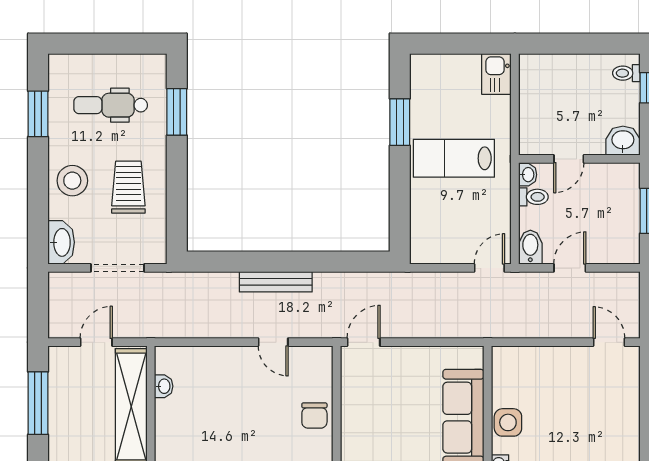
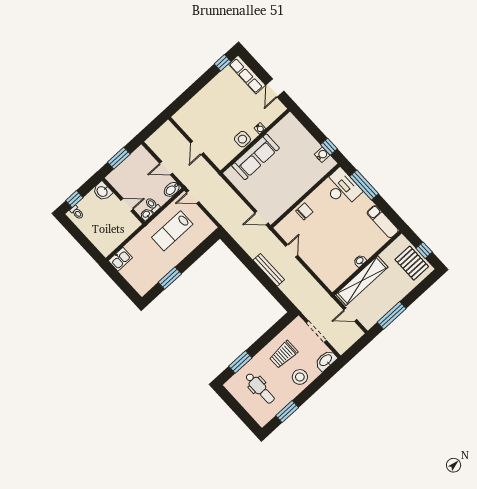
lab bench: (454, 158) -> (172, 231), moved, turned 90
door: (609, 342) -> (197, 148), moved
washbasin: (164, 386) -> (360, 261), moved

